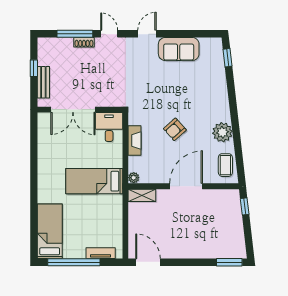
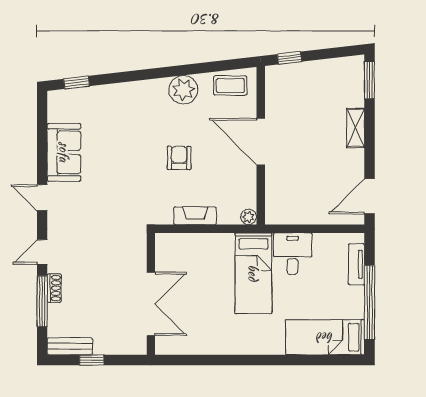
bench: (43, 82) -> (70, 346), moved
desk: (109, 127) -> (293, 254), moved, turned 90
armchair: (175, 129) -> (179, 158), turned -138
shelving: (142, 195) -> (356, 128), moved

